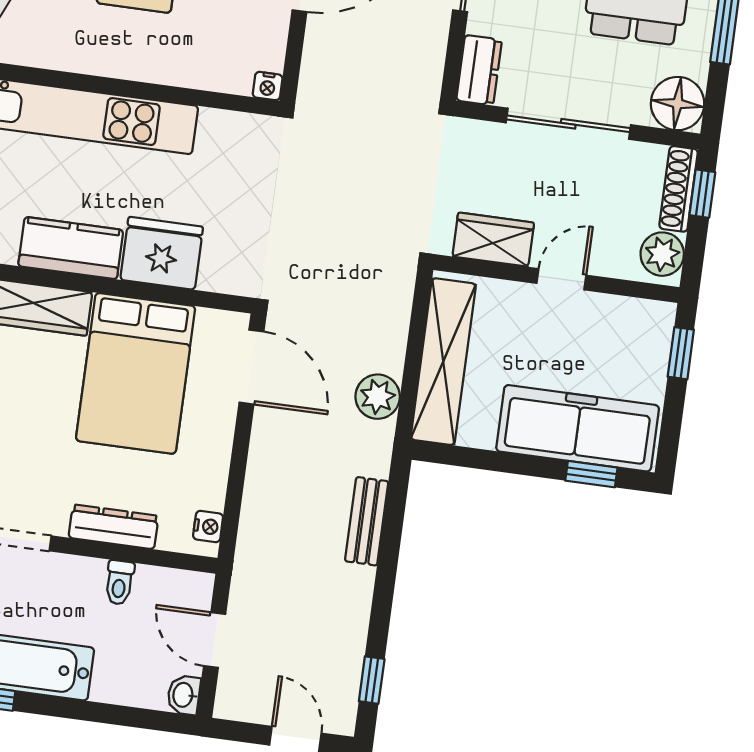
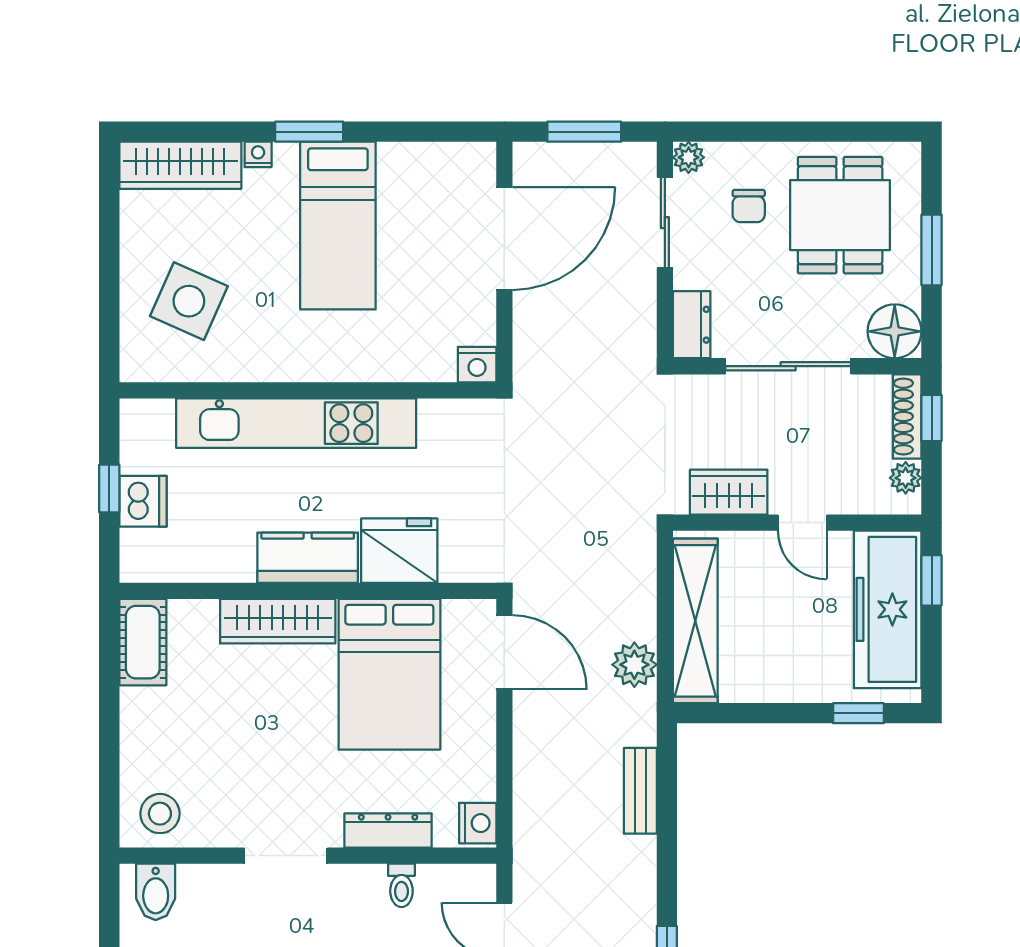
nightstand: (268, 86) -> (477, 365), width x1.39, depth x1.35
plant: (662, 254) -> (906, 478), width x0.73, depth x0.73
door: (561, 279) -> (802, 523), swing flipped
freezer: (578, 428) -> (888, 609), moved, turned -90
nightstand: (208, 526) -> (478, 823), width x1.39, depth x1.35

